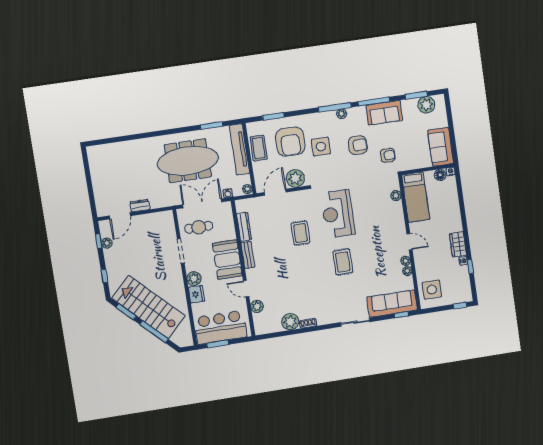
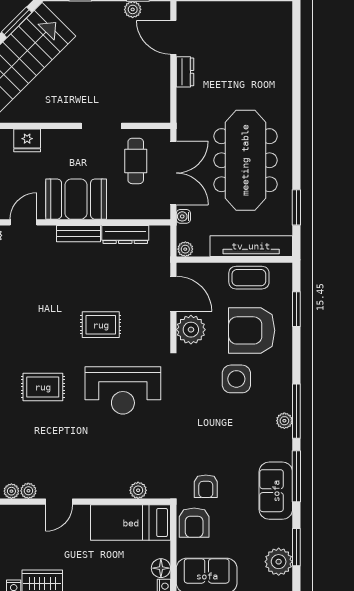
armchair: (358, 145) -> (194, 523), moved
reception desk: (338, 214) -> (123, 390), turned 180
plant: (194, 279) -> (53, 140), removed

